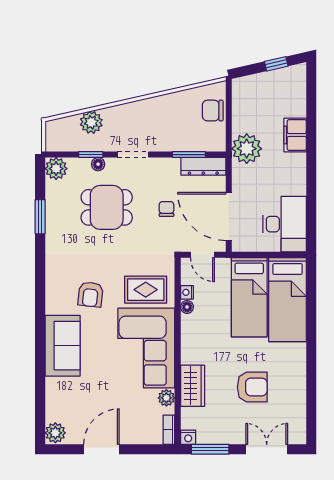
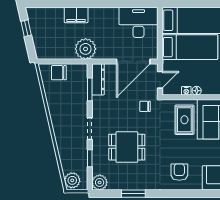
chair: (213, 111) -> (59, 73), turned 90
plant: (91, 122) -> (72, 180), moved
floor lamp: (98, 164) -> (96, 153), removed
dining table: (107, 207) -> (127, 147), turned 90
chair: (166, 209) -> (145, 106), moved
armchair: (90, 294) -> (179, 172), moved, turned -96

